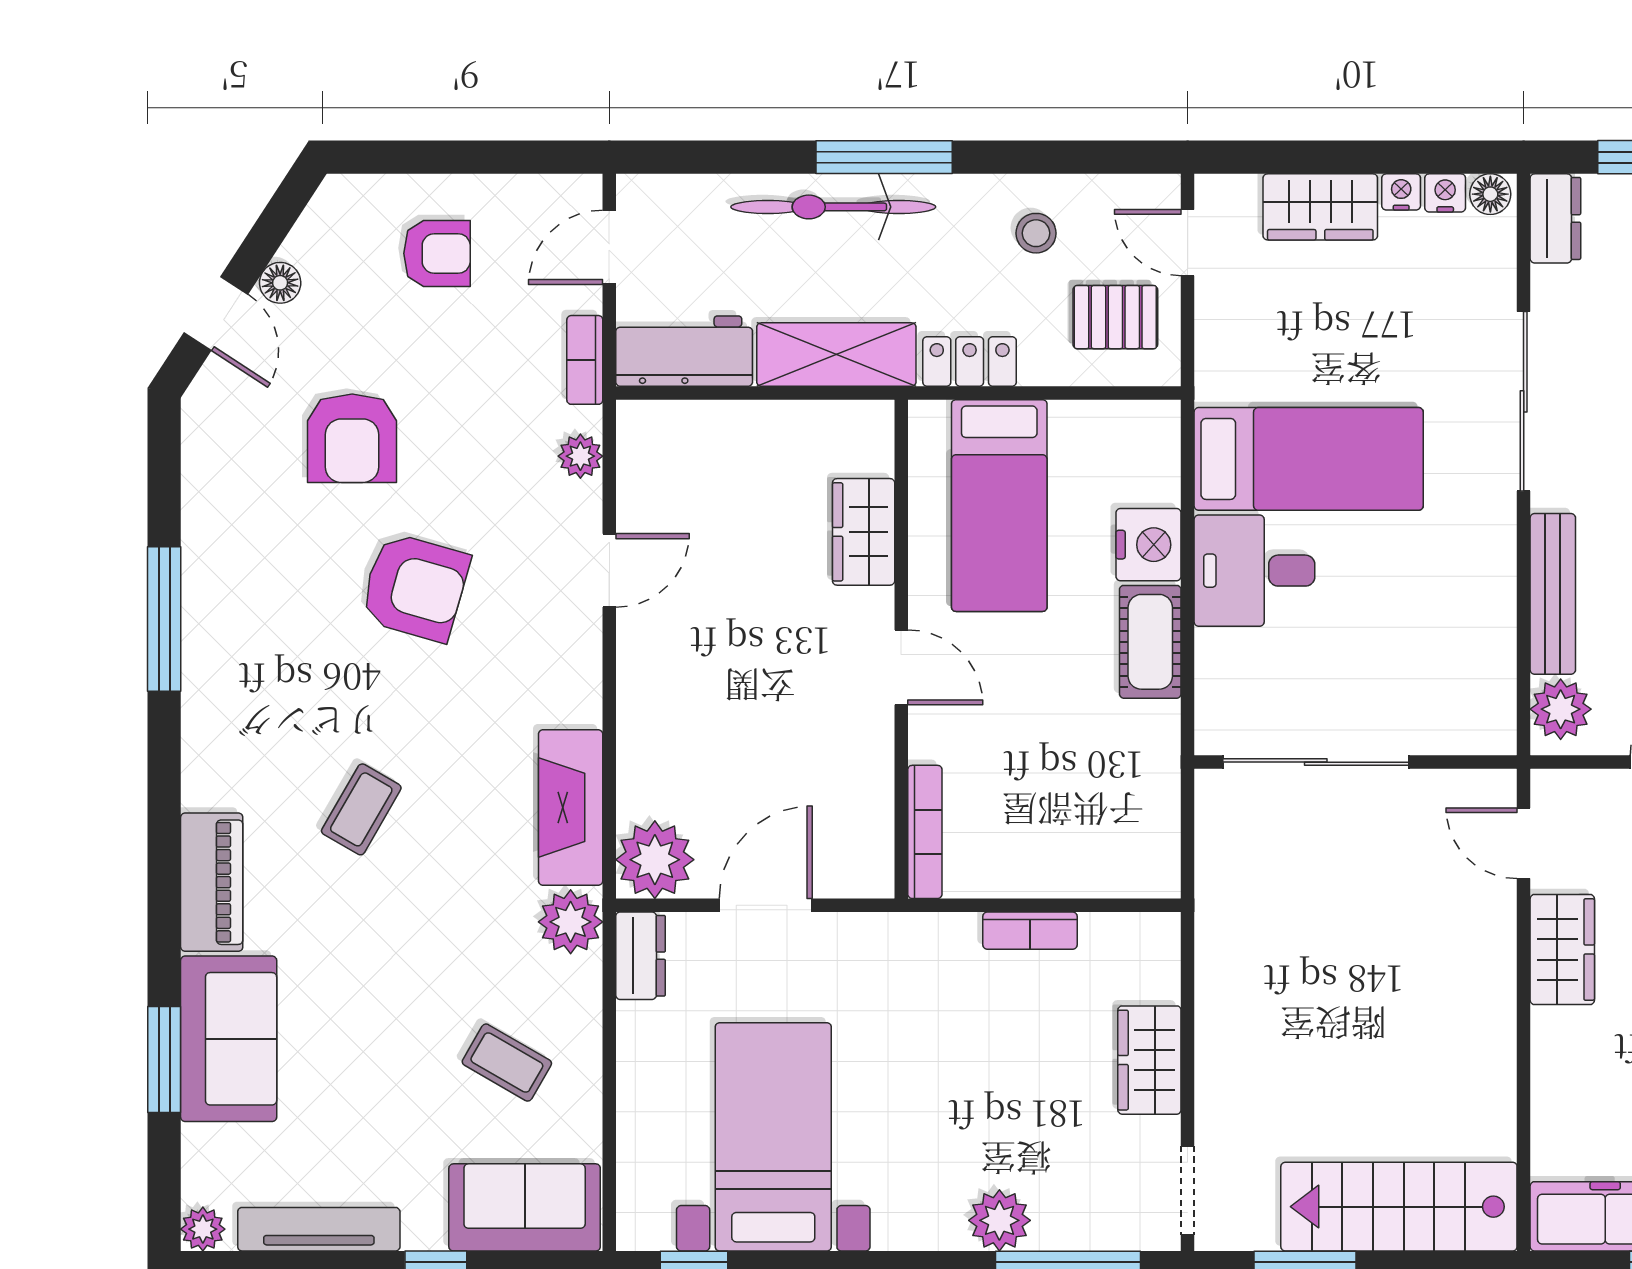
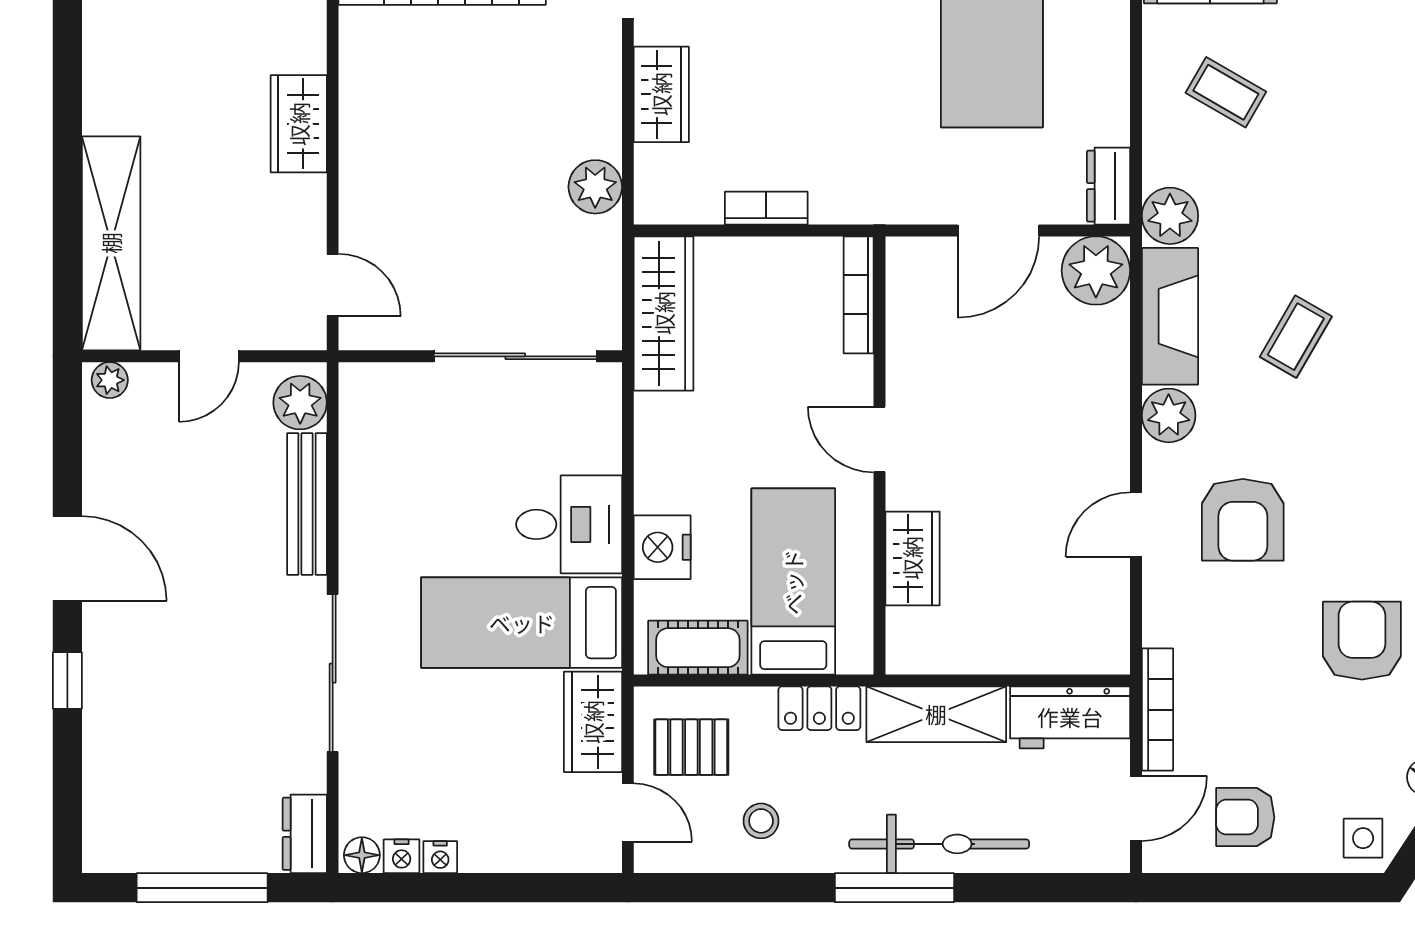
wardrobe: (1320, 207) -> (593, 722), moved, turned -90
side table: (351, 214) -> (1363, 838), added
armchair: (437, 253) -> (1245, 817), moved
bookcase: (585, 360) -> (1157, 710), width x1.56
plant: (580, 456) -> (1169, 415), moved, width x1.38, depth x1.38
armchair: (415, 587) -> (1243, 520), moved, turned -106
cot: (1150, 642) -> (698, 648), moved, turned 90
coffee table: (361, 809) -> (1296, 337), moved
wardrobe: (1147, 811) -> (664, 313), added
wardrobe: (1562, 950) -> (299, 124), moved
plant: (1225, 955) -> (595, 187), added

